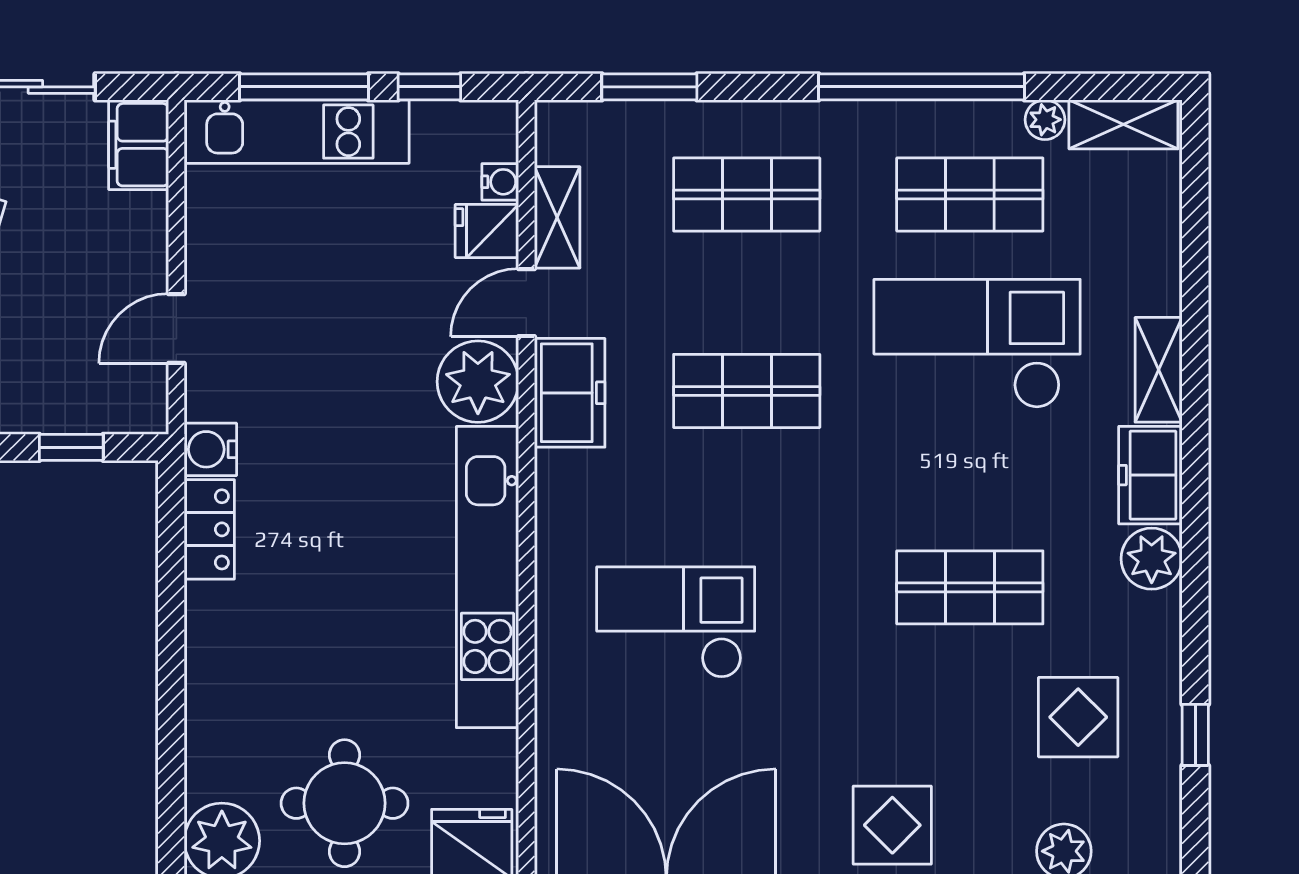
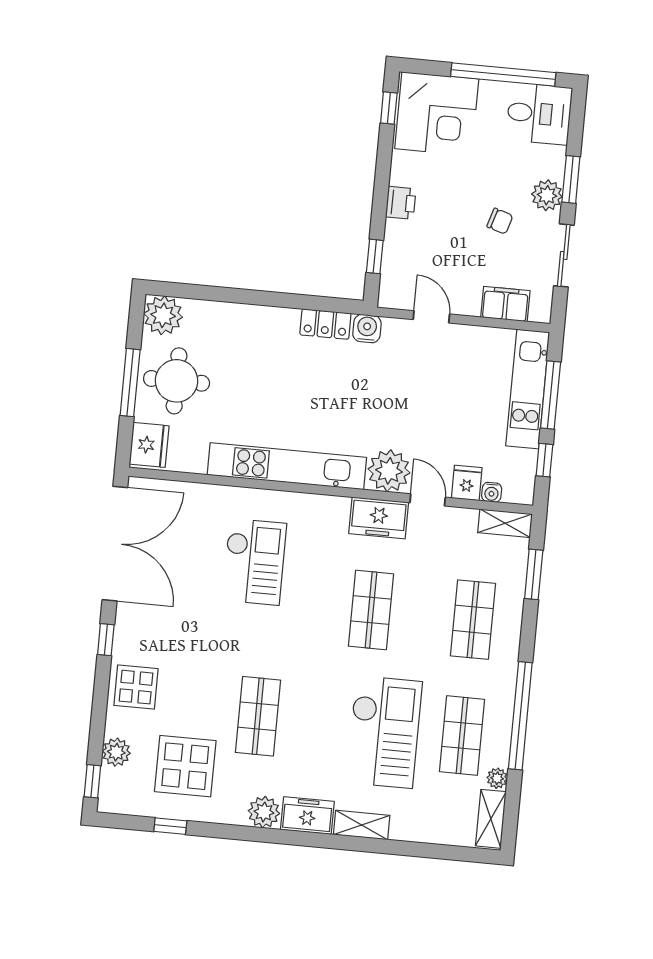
filing cabinet: (139, 145) -> (505, 304), moved
shelving: (557, 217) -> (505, 523), moved
display table: (1078, 717) -> (185, 766), width x1.36, depth x1.36
display table: (892, 825) -> (136, 687), moved

